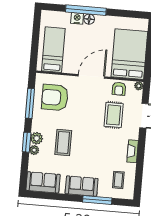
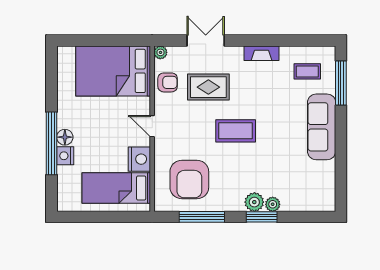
nightstand: (71, 66) -> (139, 159), added
door: (91, 76) -> (152, 126), width x0.53
coffee table: (63, 142) -> (236, 131), moved
sofa: (43, 182) -> (321, 186), removed
sofa: (82, 186) -> (322, 127), width x1.36
window: (97, 200) -> (341, 83), moved

